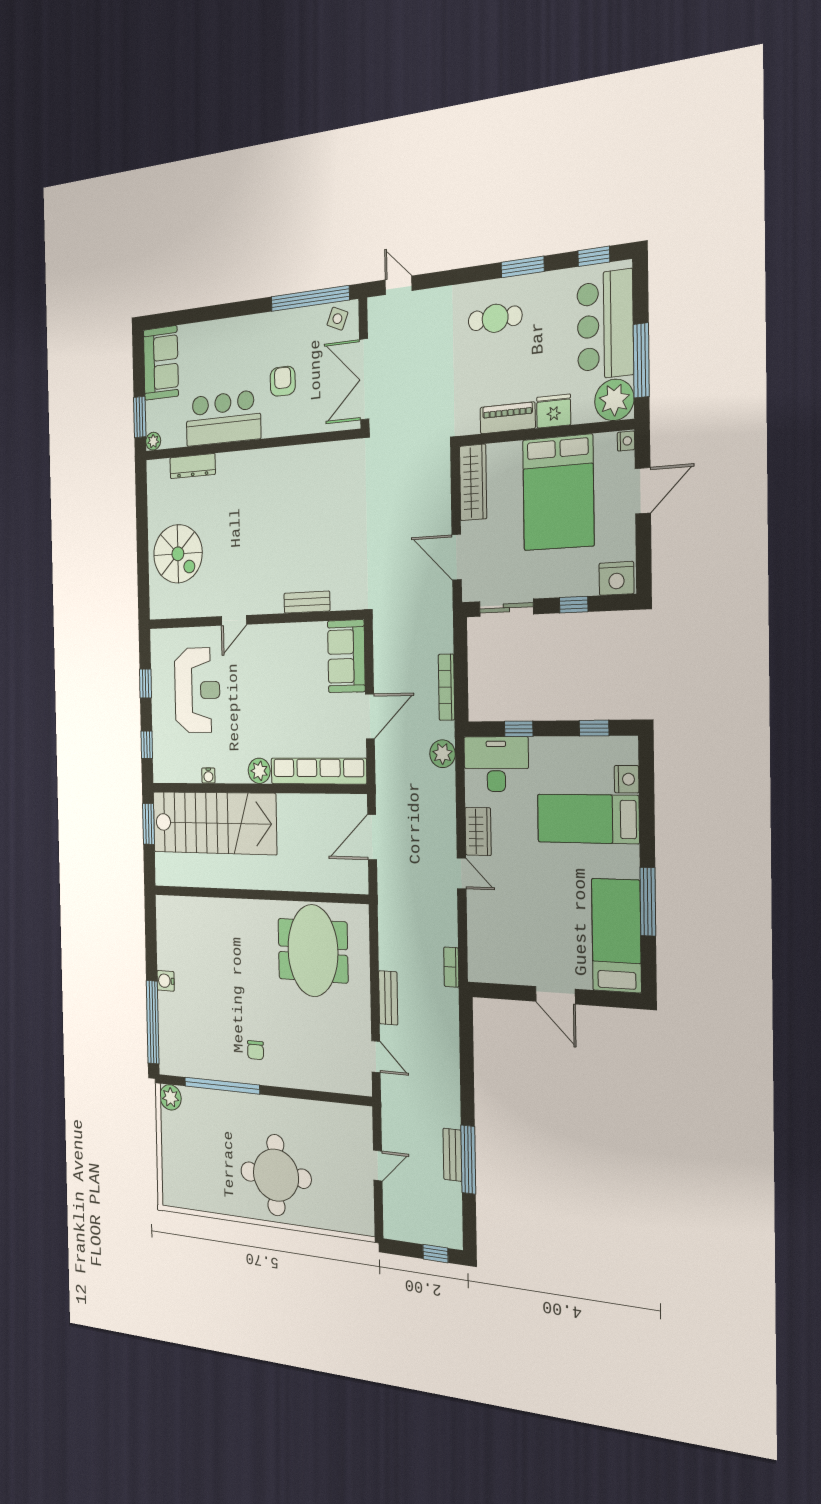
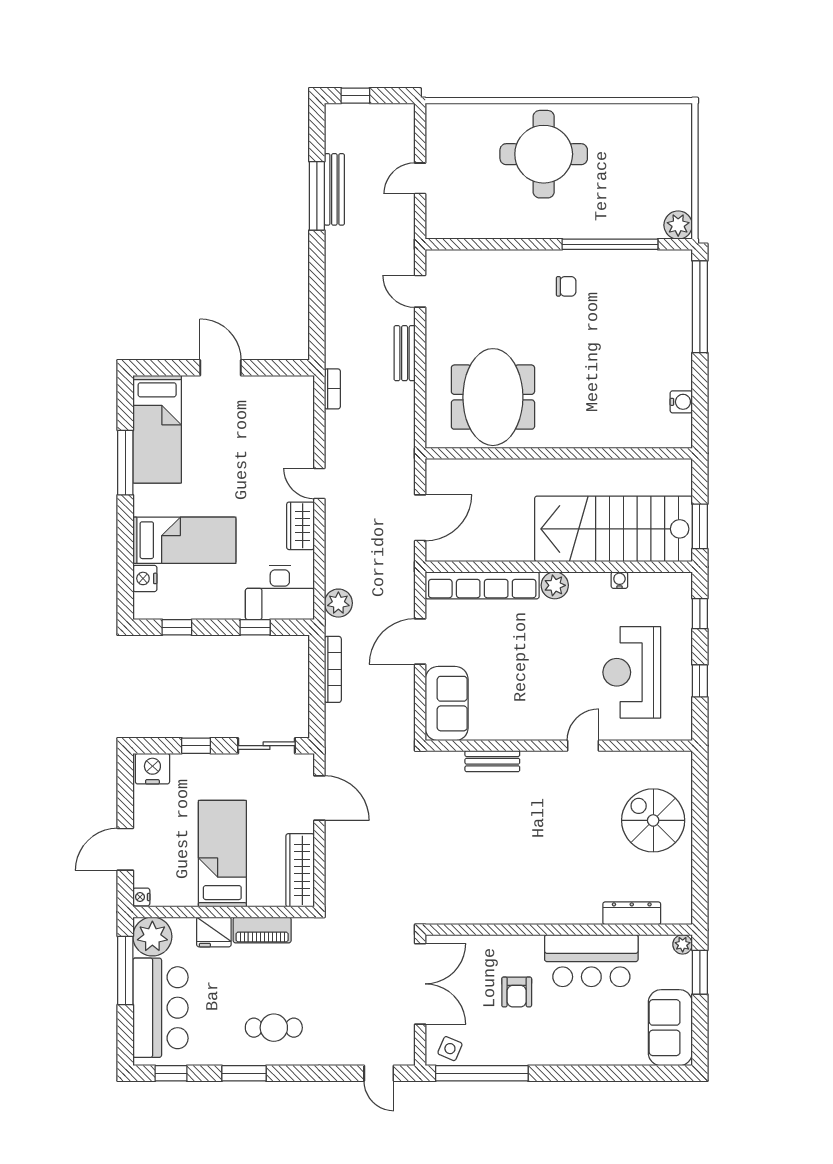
bed: (558, 493) -> (222, 854), width x0.67
water cooler: (166, 981) -> (681, 402), moved
chair: (256, 1050) -> (566, 286), turned 90
bench: (452, 1155) -> (334, 189), width x1.36

